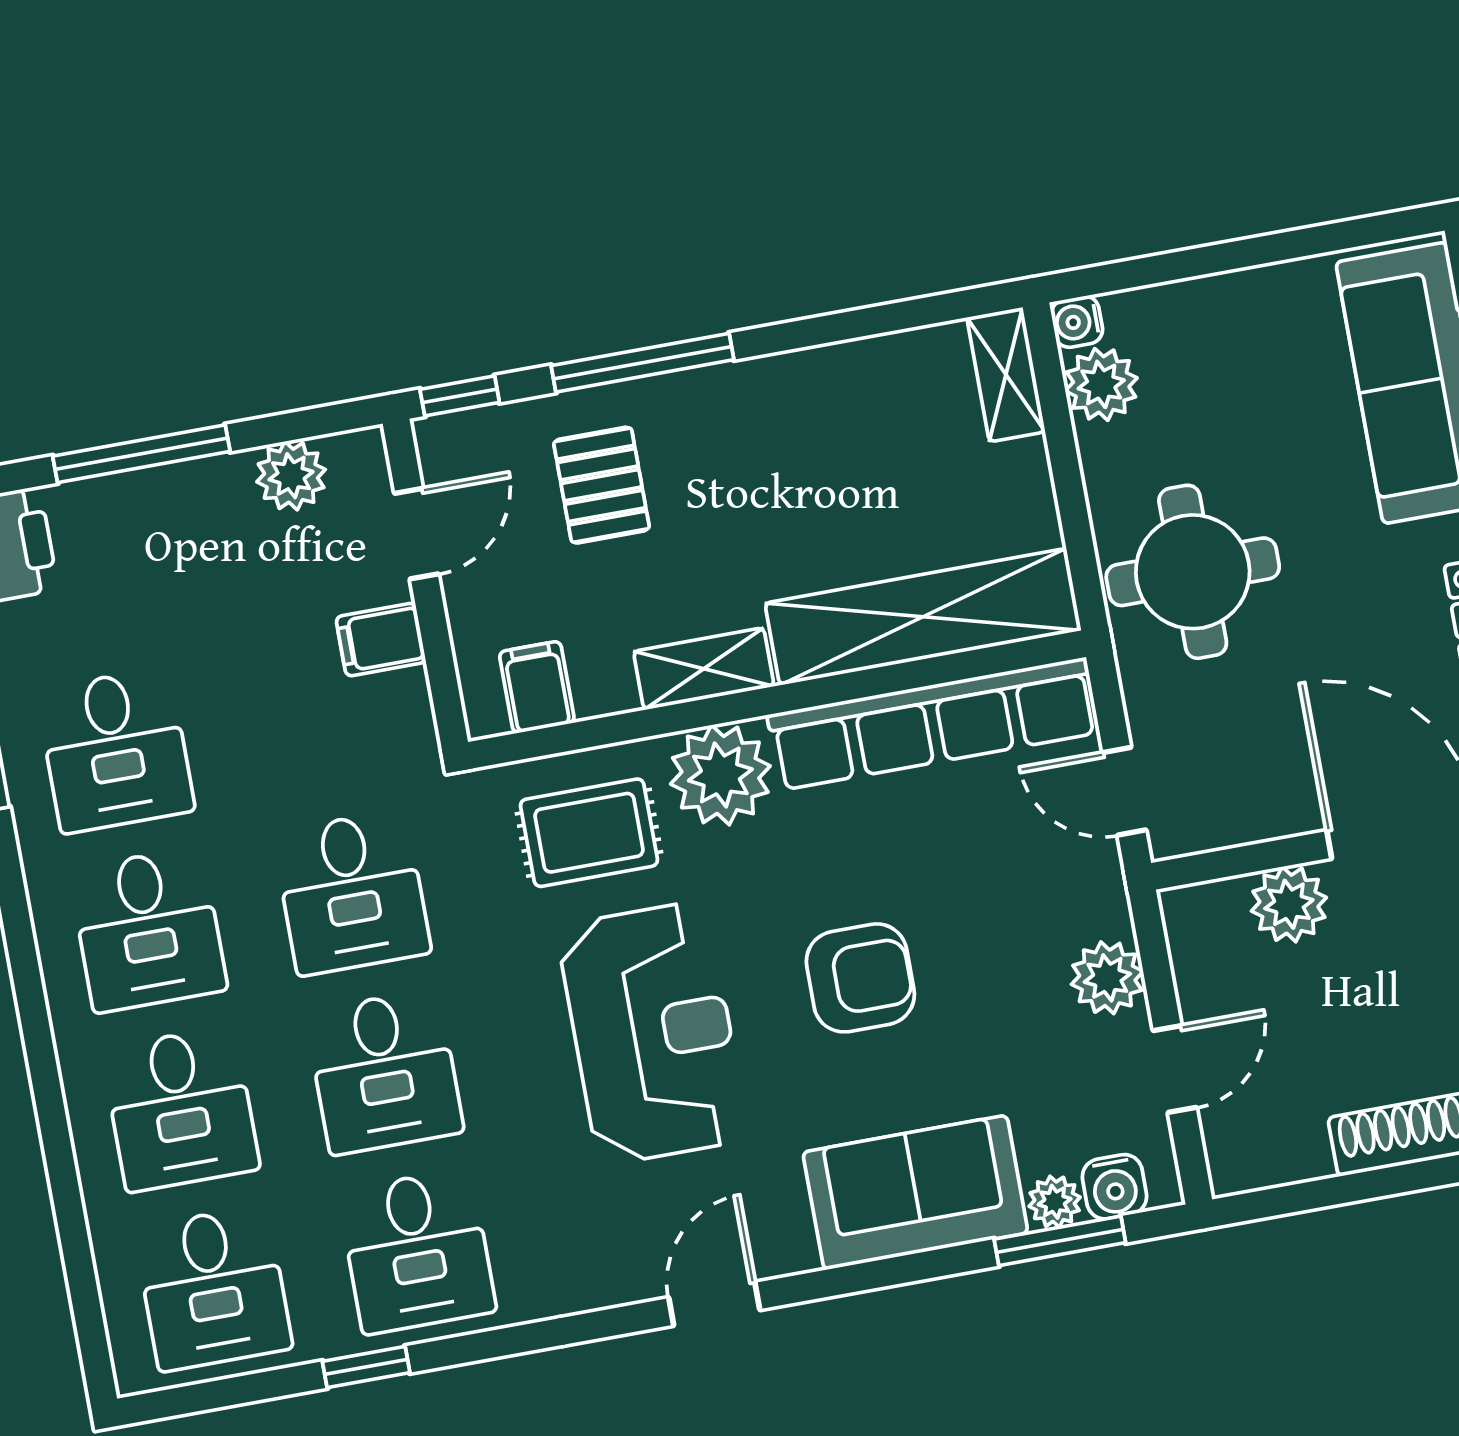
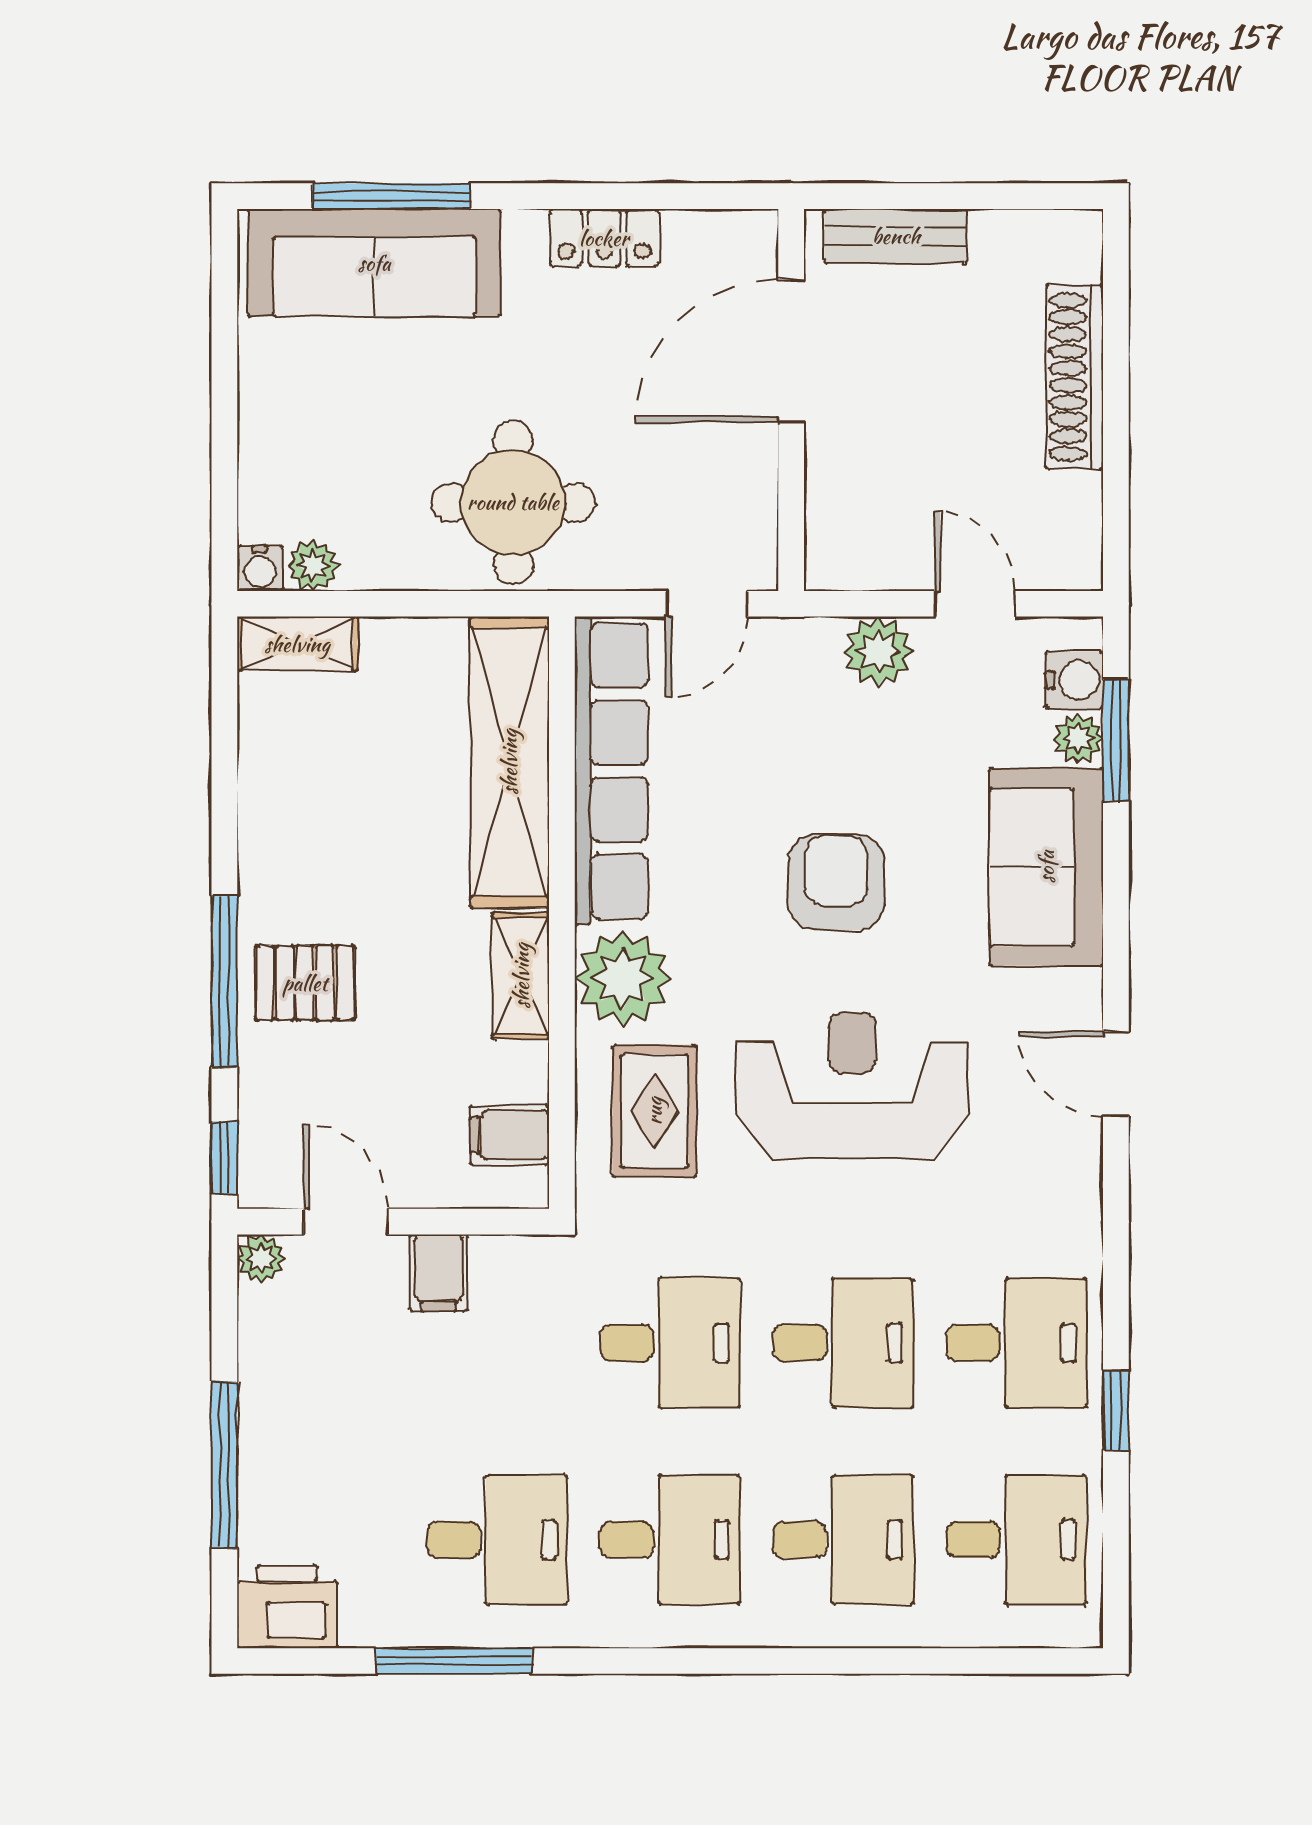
plant: (1101, 384) -> (313, 566), width x0.73, depth x0.73
plant: (291, 476) -> (261, 1258), moved, width x0.73, depth x0.73
pallet: (601, 485) -> (305, 983), moved
plant: (1289, 904) -> (840, 469), removed

